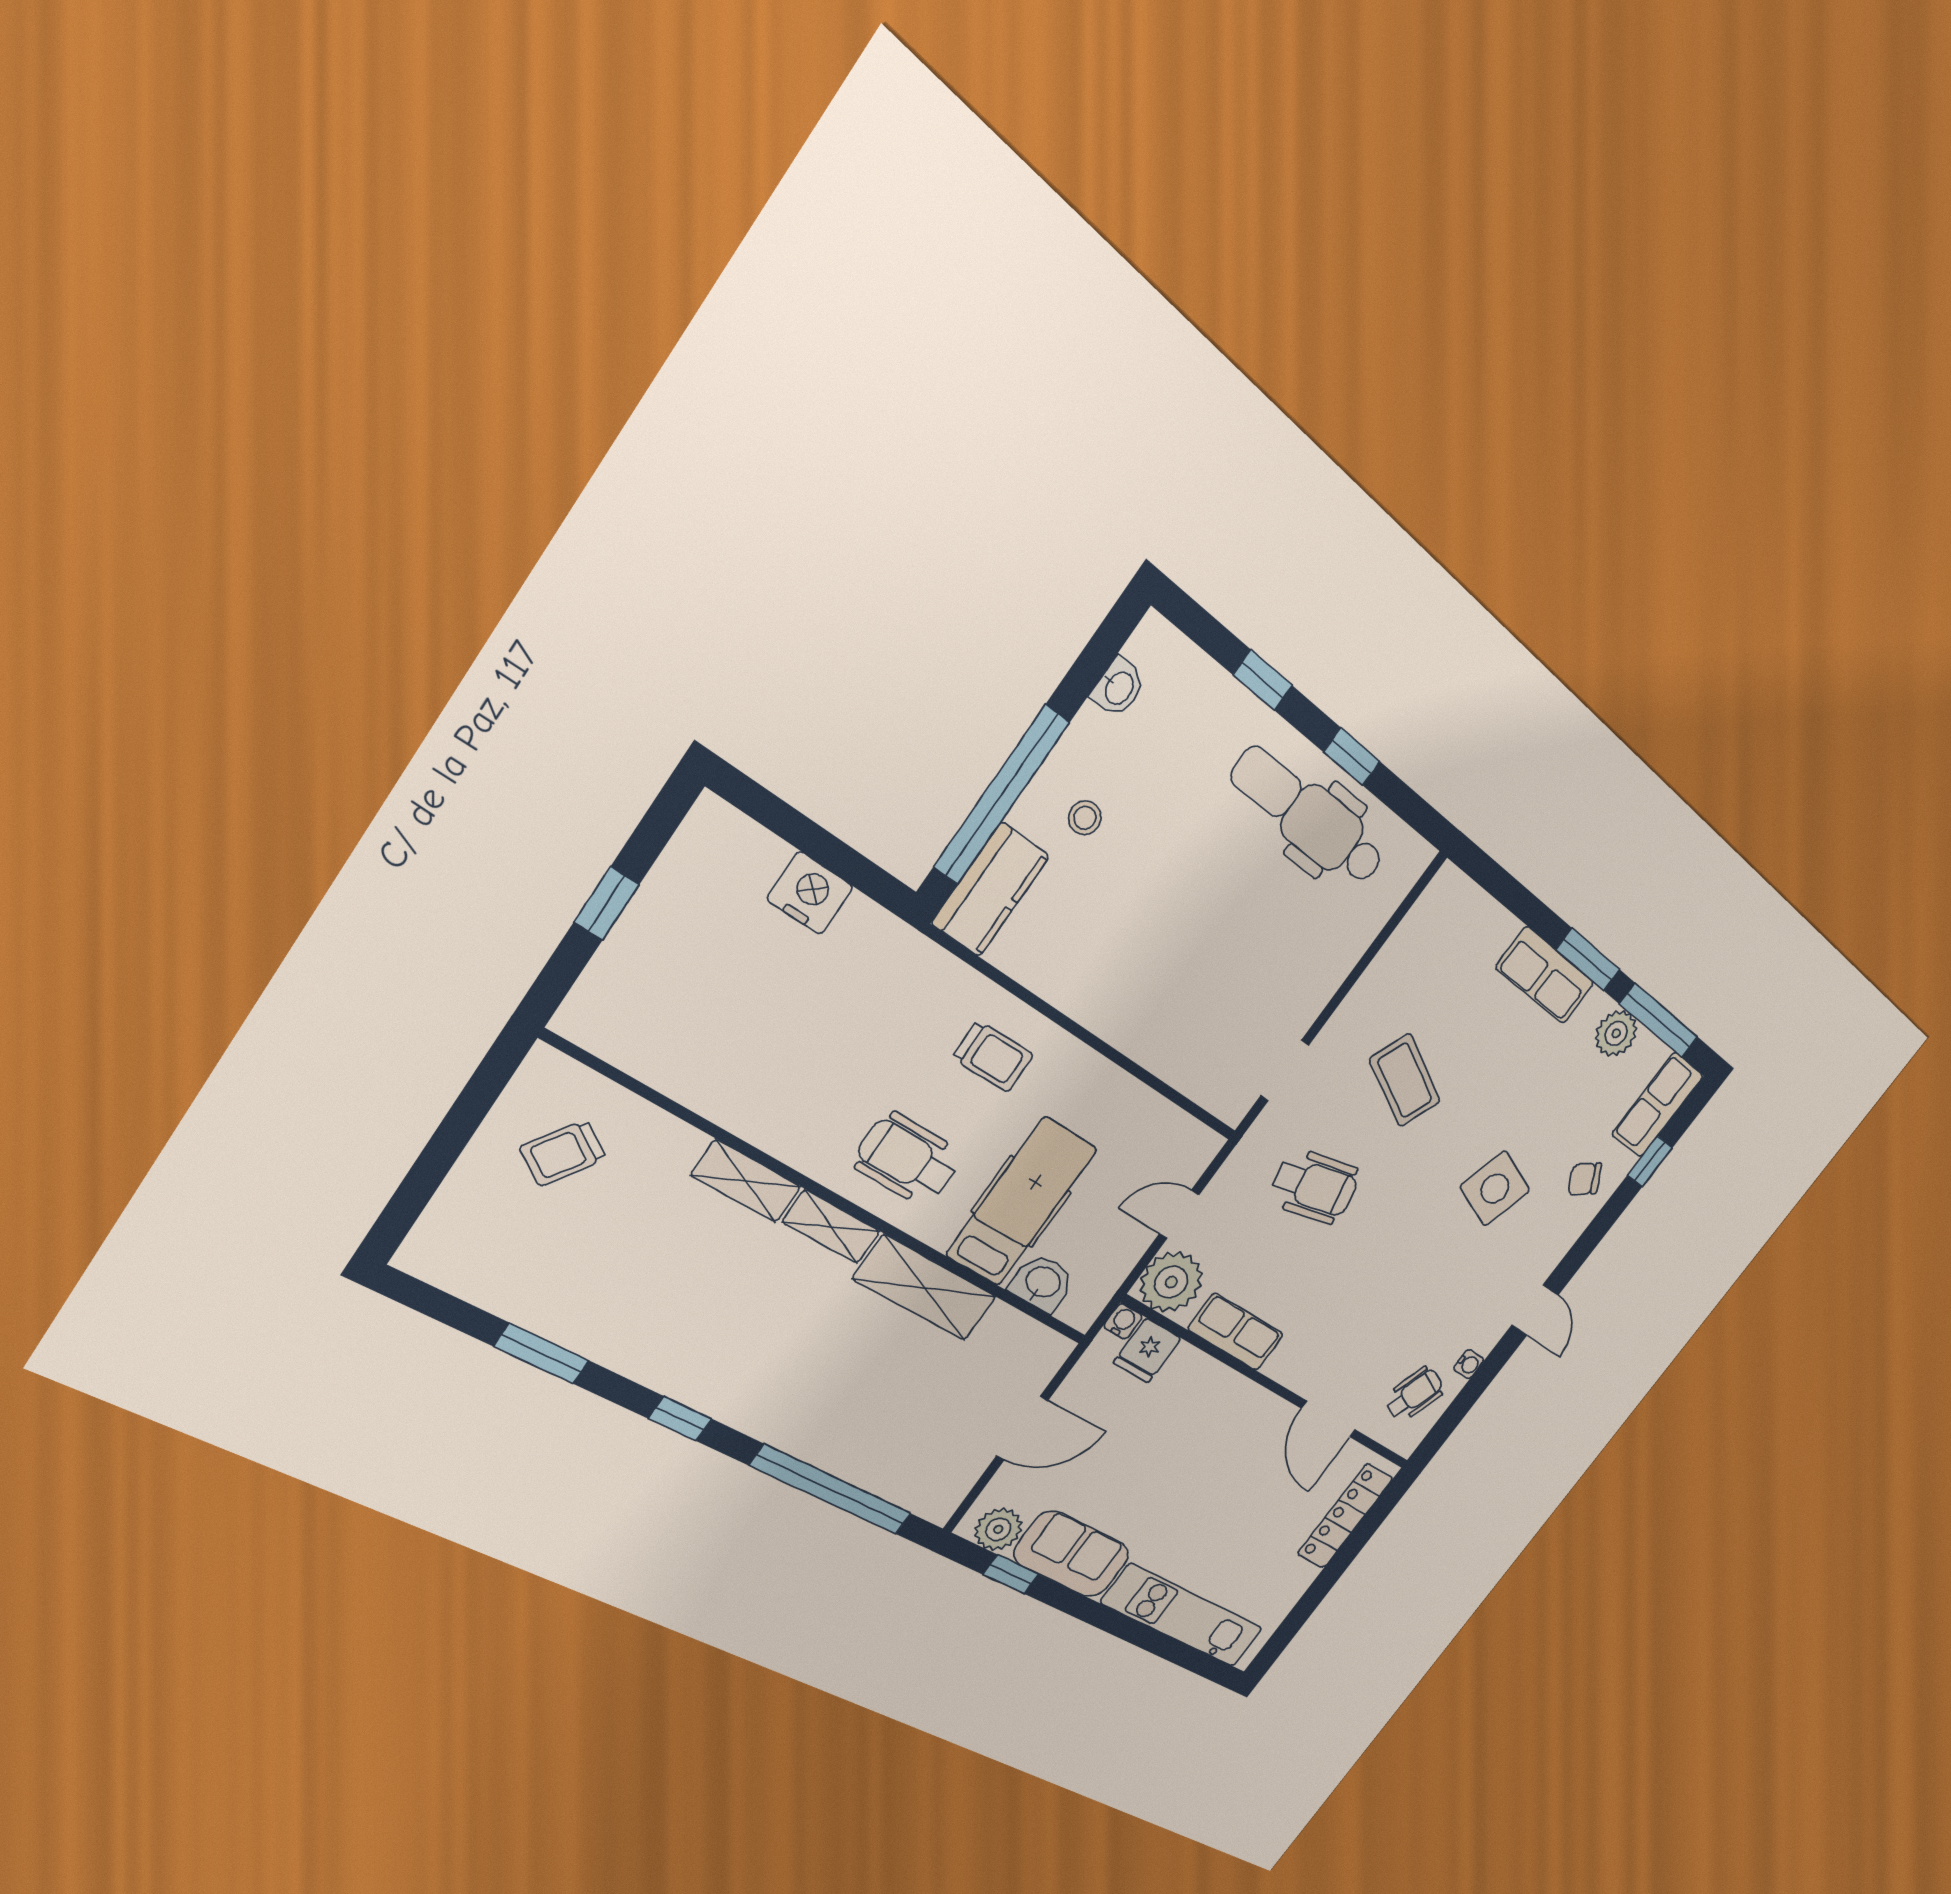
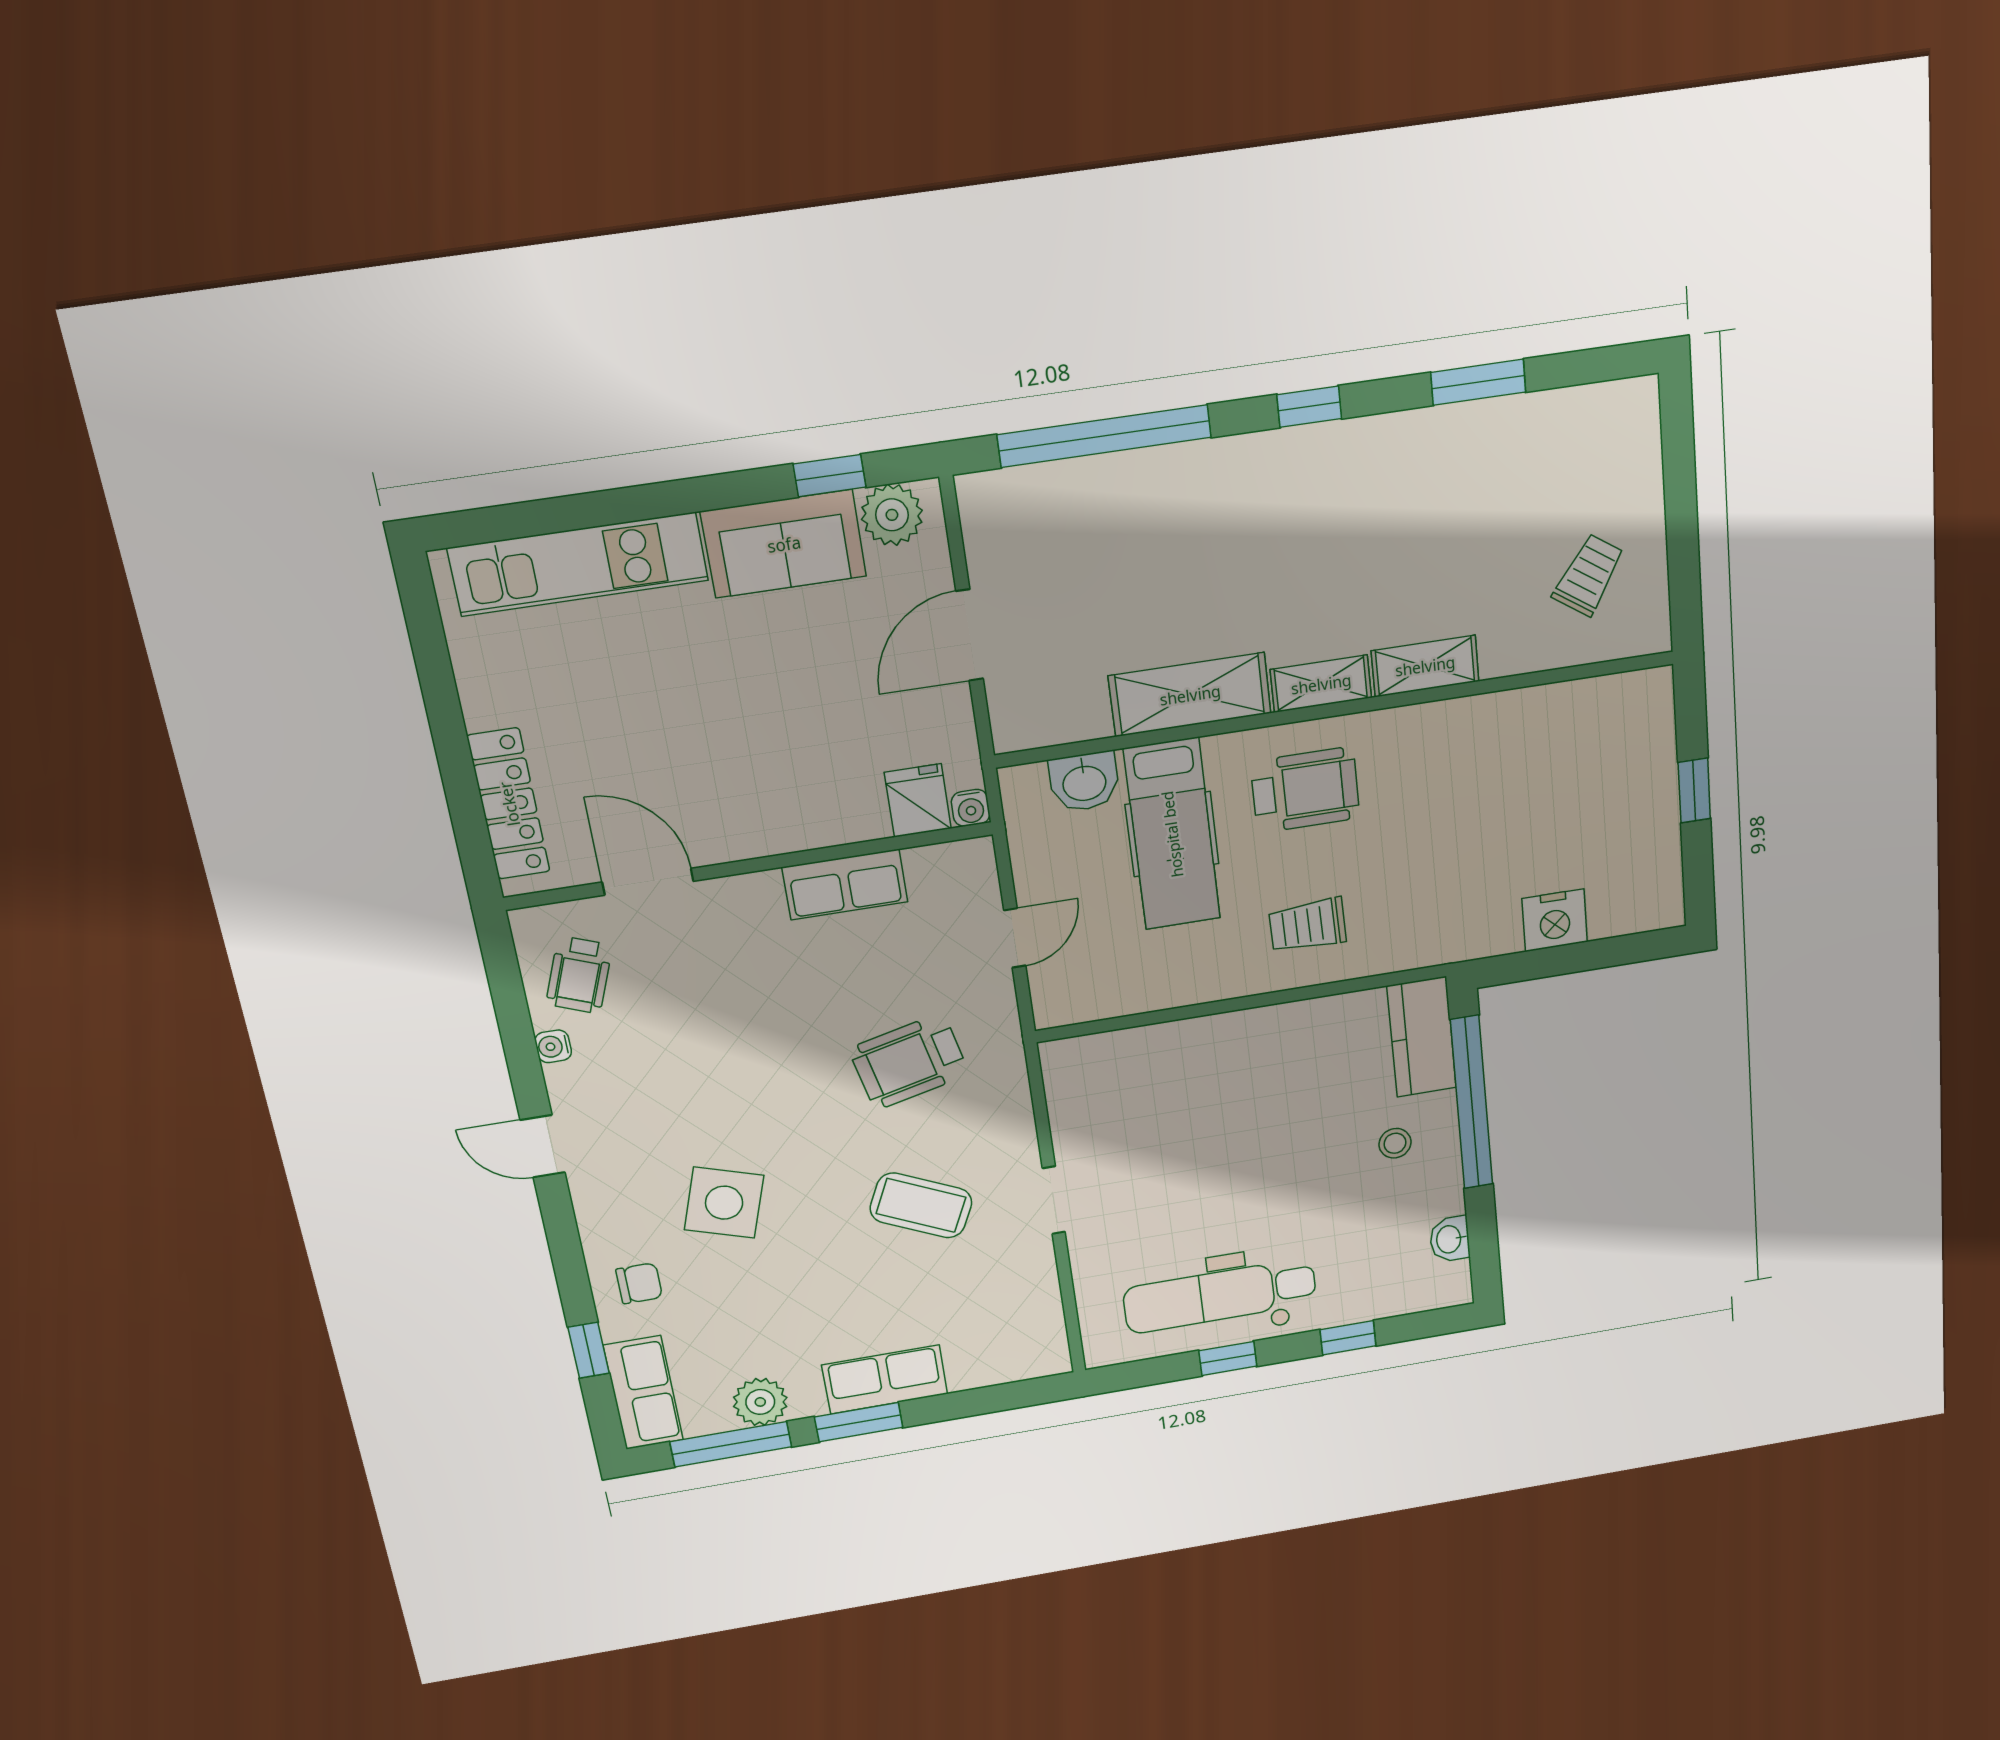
dental chair: (1309, 817) -> (1220, 1296), turned 180
doorway: (1285, 1070) -> (1054, 1200), moved
chair: (1585, 1179) -> (639, 1283), turned 34
plant: (1171, 1282) -> (960, 877), removed

